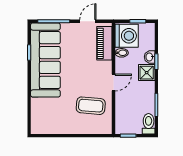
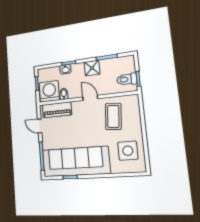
shower: (147, 73) -> (92, 68), moved
side table: (54, 117) -> (128, 151), added
toilet: (149, 124) -> (127, 79), moved

